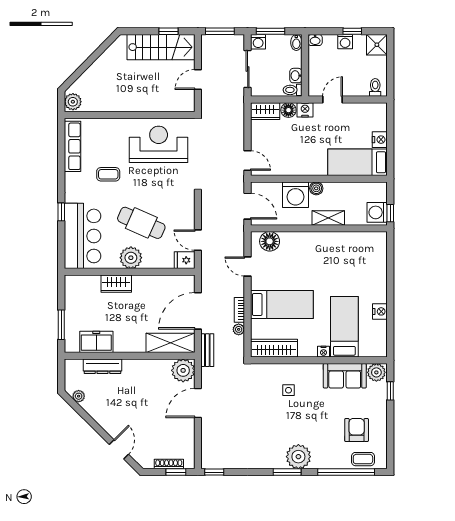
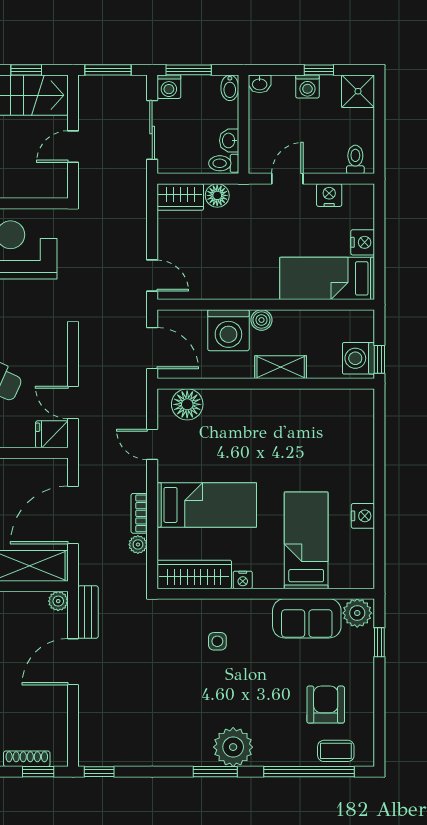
nightstand: (305, 110) -> (329, 195), moved
bench: (207, 350) -> (88, 612), moved
nightstand: (323, 352) -> (243, 580), moved
plant: (183, 370) -> (58, 601), width x0.53, depth x0.53

